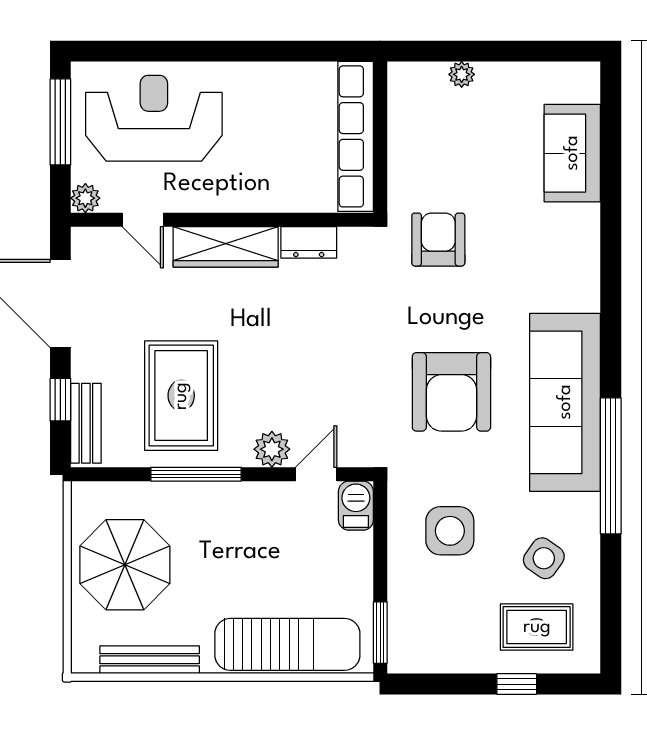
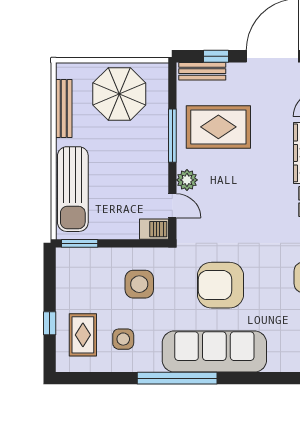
side table: (544, 558) -> (123, 339), turned -35

